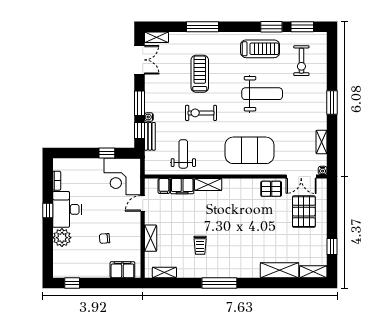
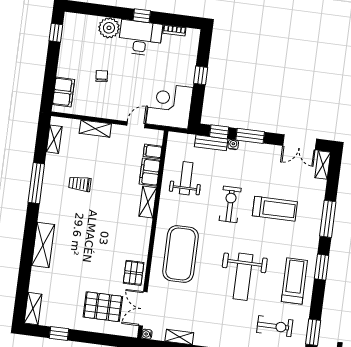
window: (271, 27) -> (322, 267), moved
treadmill: (260, 49) -> (294, 281), turned 180
exercise bike: (301, 61) -> (275, 326), turned 180
window: (107, 153) -> (201, 75), moved
weight bench: (183, 154) -> (186, 178), turned -90
door: (143, 203) -> (136, 125), hinge flipped
shelving: (280, 270) -> (43, 245), moved
window: (219, 283) -> (36, 183), moved

